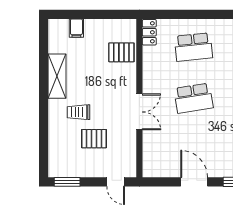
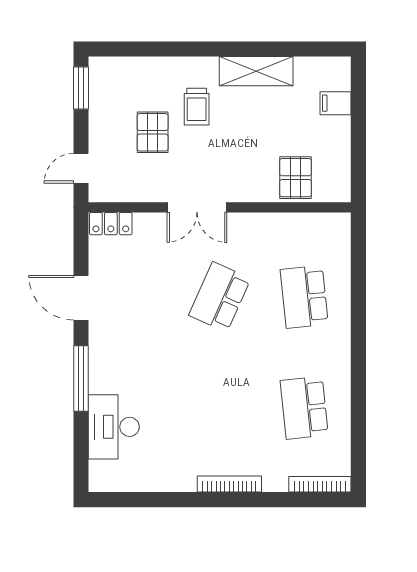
locker: (149, 32) -> (111, 224), moved
school desk: (194, 98) -> (220, 297), turned 33
trolley: (79, 112) -> (197, 107), turned 180
door: (194, 182) -> (81, 298), swing flipped

